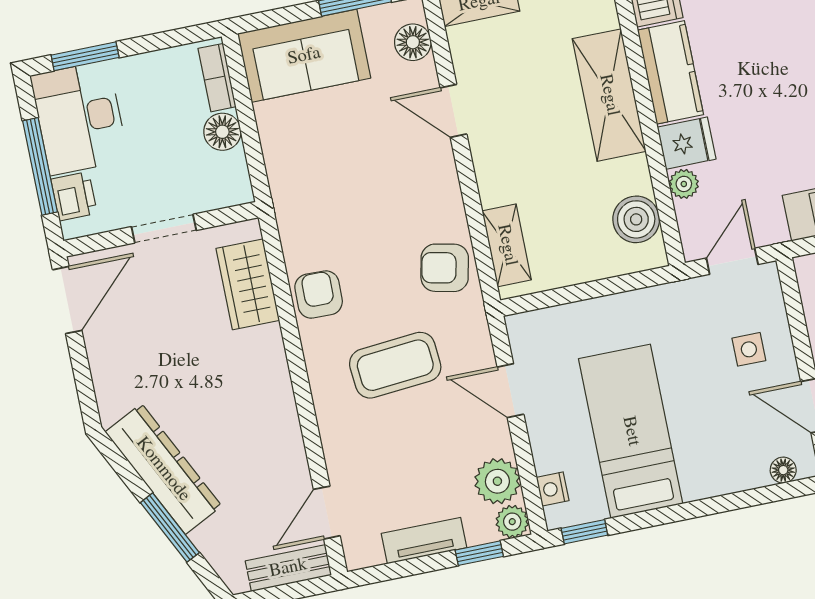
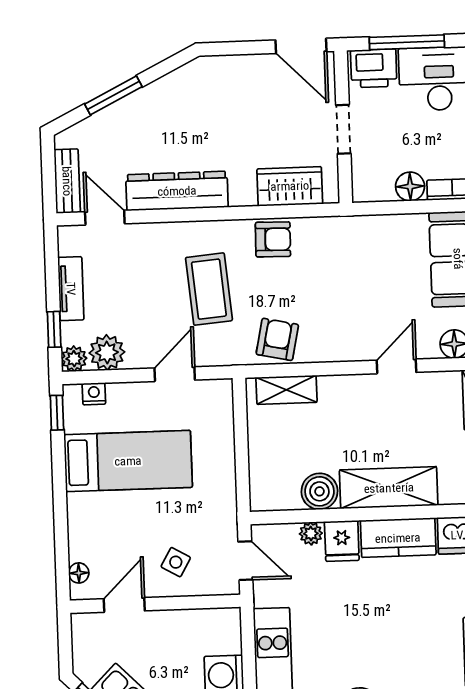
printer: (74, 196) -> (374, 68), width x1.36, depth x1.24
boiler: (636, 219) -> (319, 491), moved
side table: (749, 349) -> (176, 562), turned 30
dresser: (163, 469) -> (177, 191), moved, turned -153

